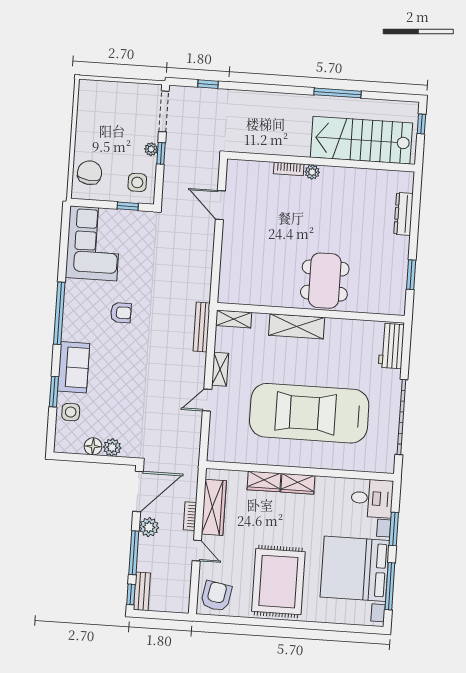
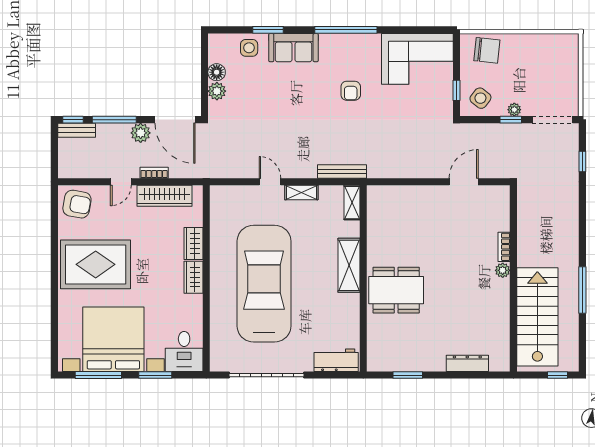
side table: (137, 182) -> (480, 98), turned 38

